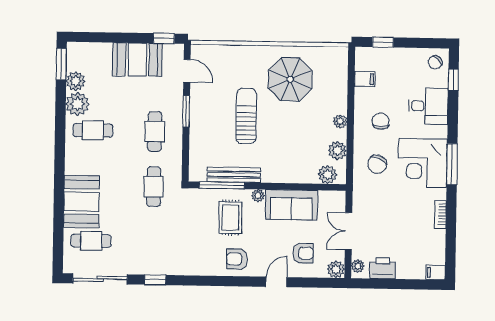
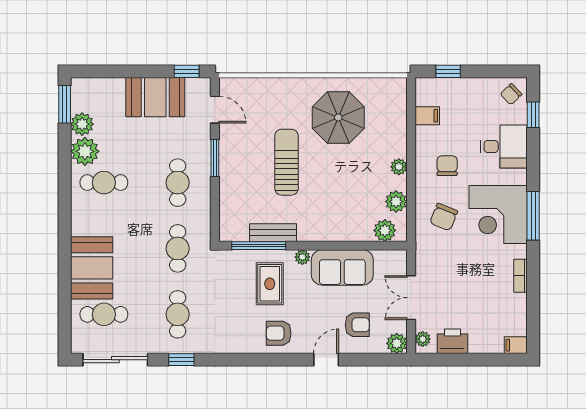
bench: (234, 175) -> (273, 233), width x0.73
cafe table: (153, 242) -> (178, 314), added

